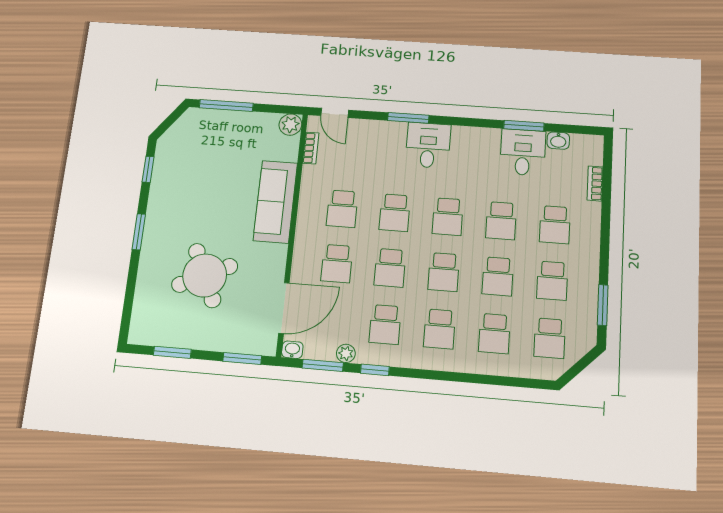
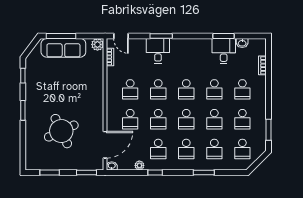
desk: (428, 145) -> (158, 51), moved
sofa: (275, 202) -> (63, 48), moved, turned -90
window: (323, 365) -> (204, 173), moved

